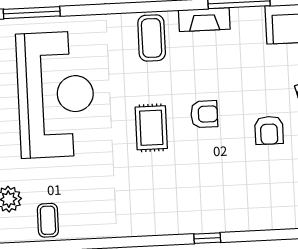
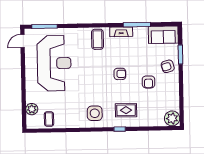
rug: (151, 128) -> (126, 110), moved, turned 90
side table: (150, 204) -> (95, 113), added

